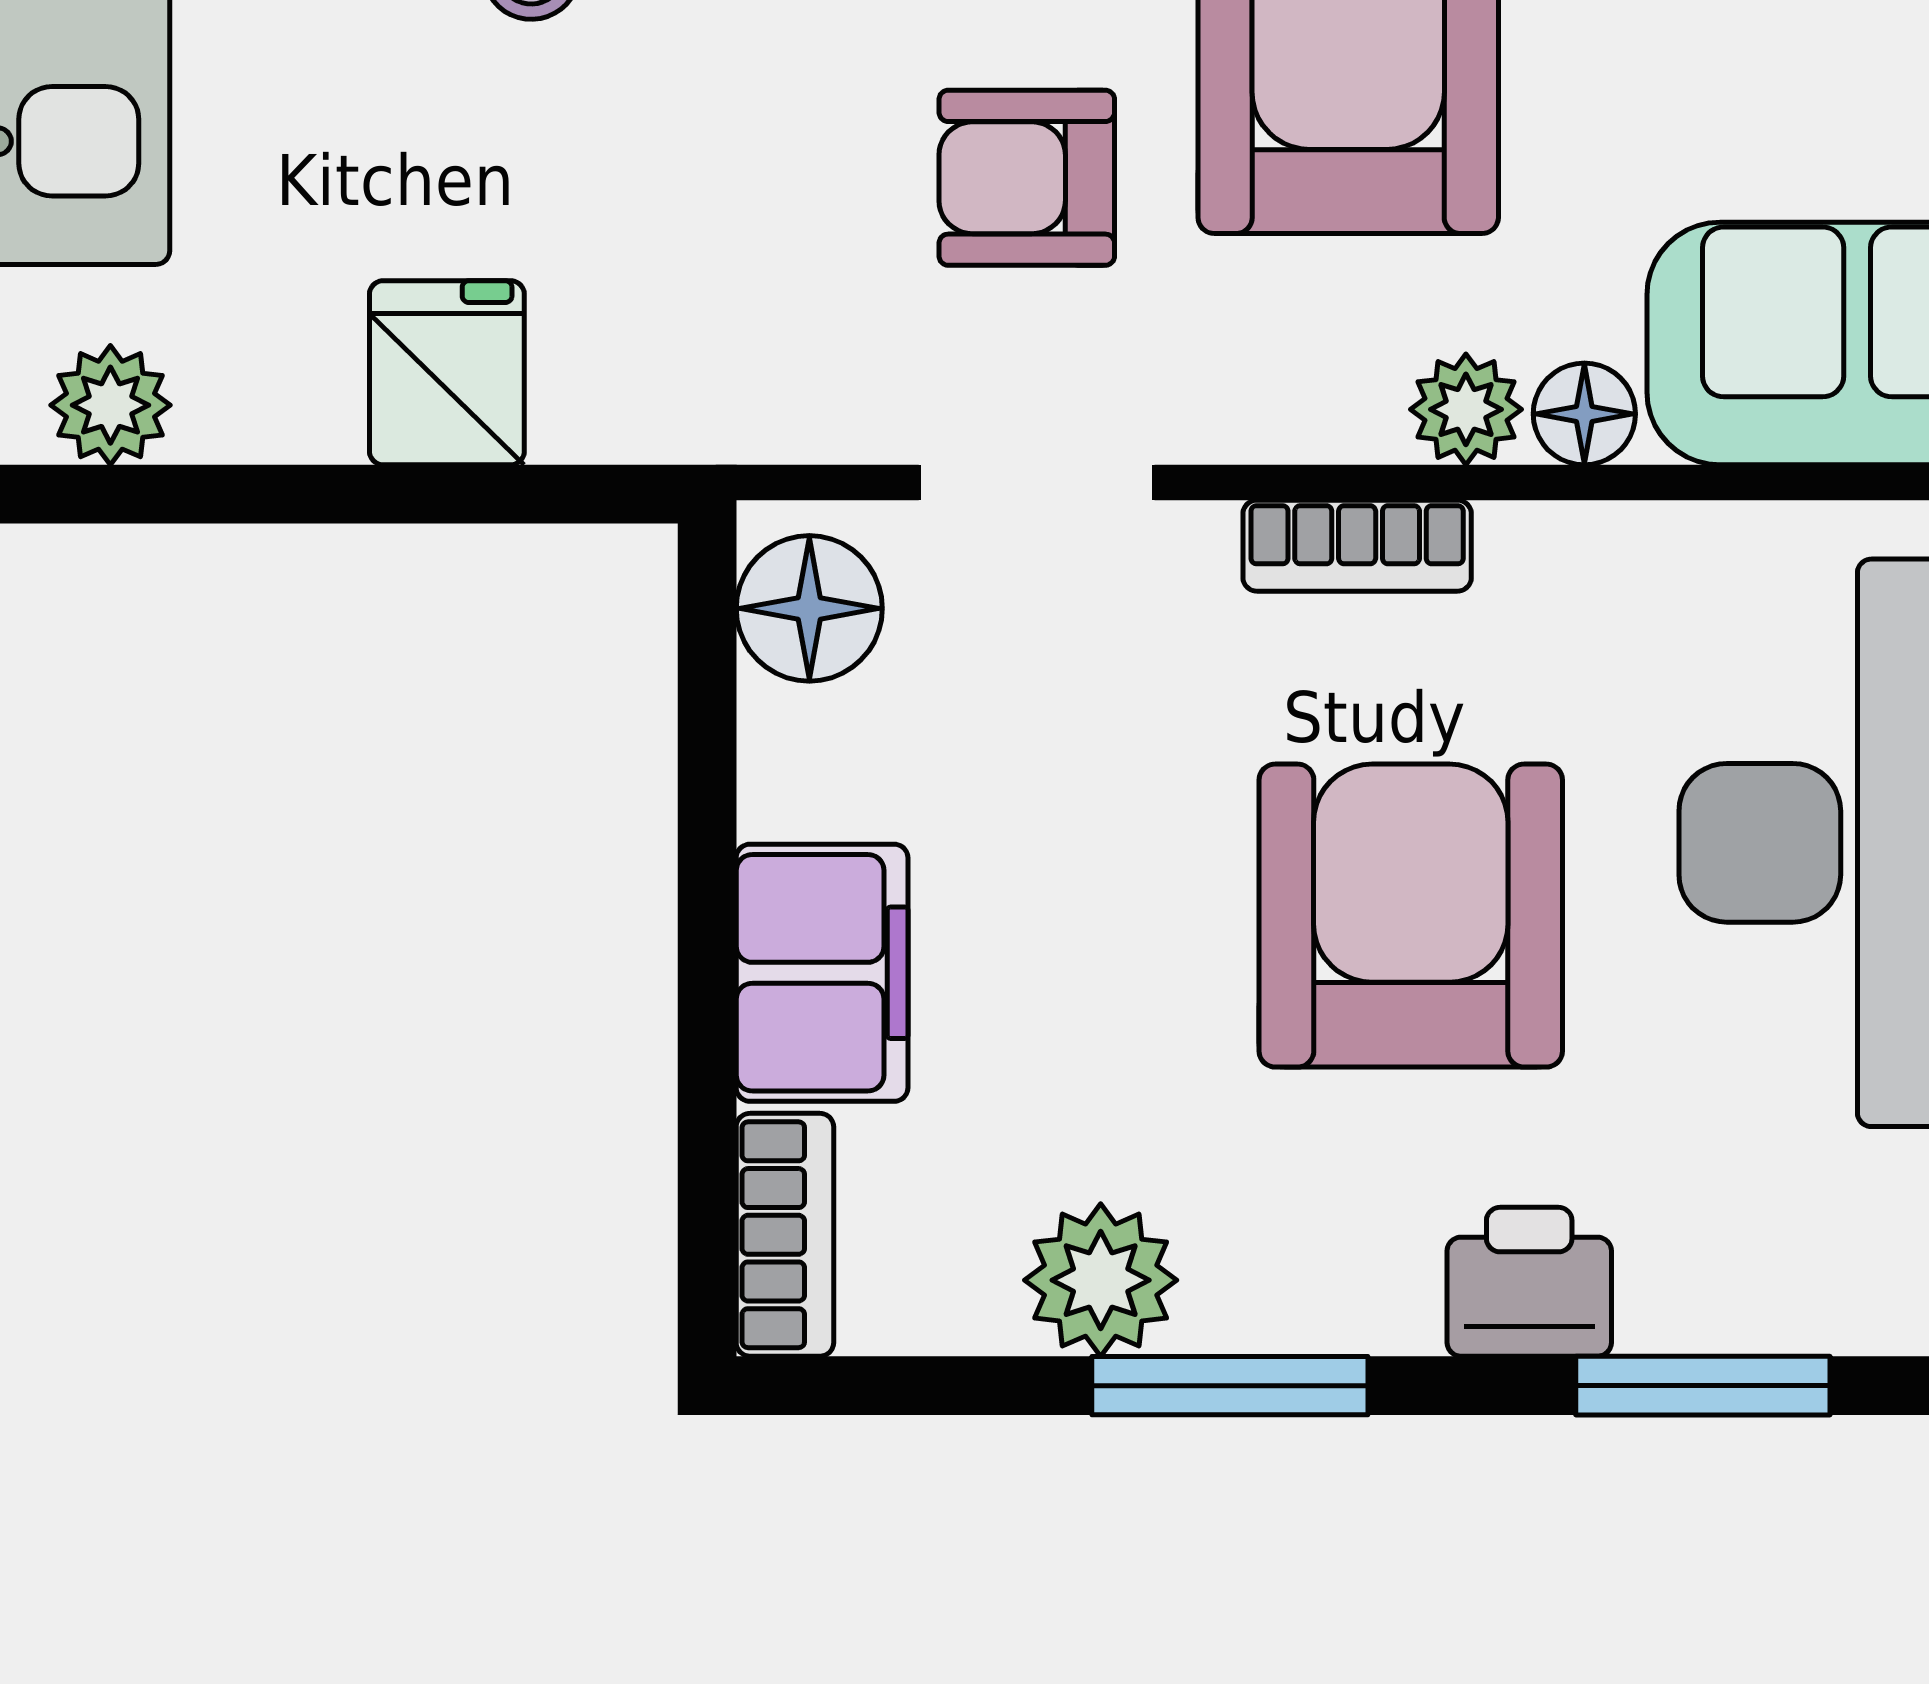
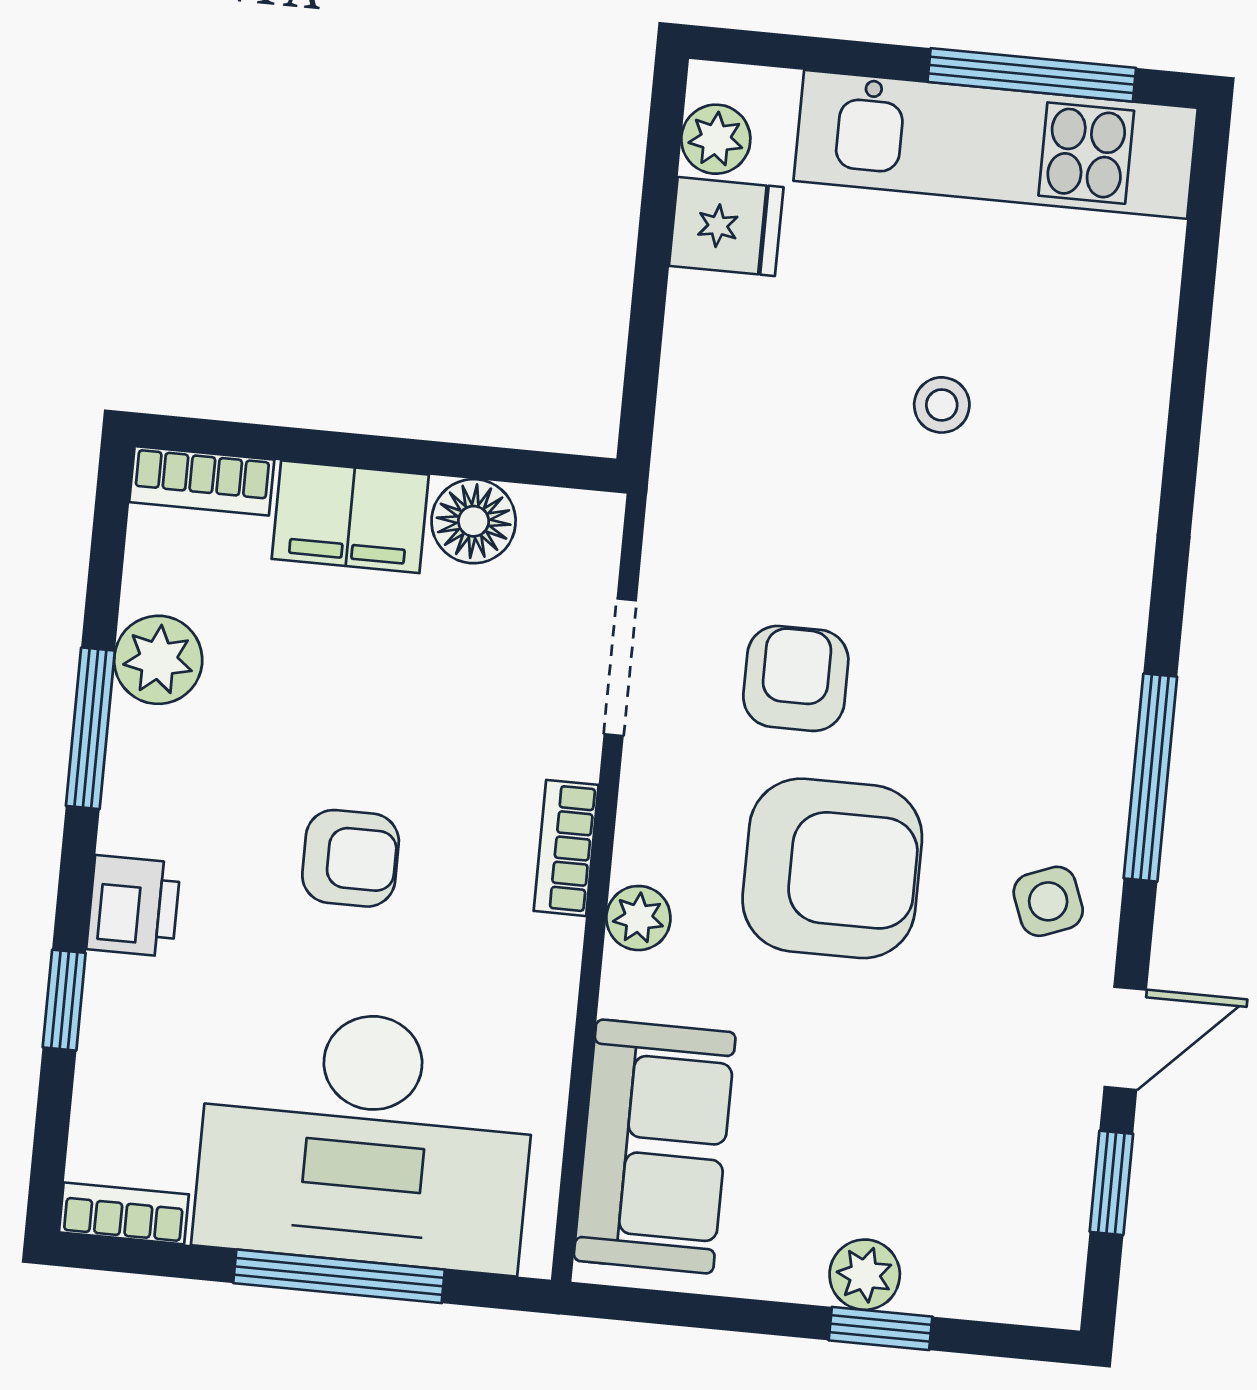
fridge: (447, 373) -> (726, 226), moved
floor lamp: (1584, 414) -> (629, 986), removed
floor lamp: (809, 608) -> (474, 521), moved
armchair: (1411, 916) -> (351, 858), width x0.53, depth x0.53
window: (1703, 1386) -> (64, 1000), width x0.67

